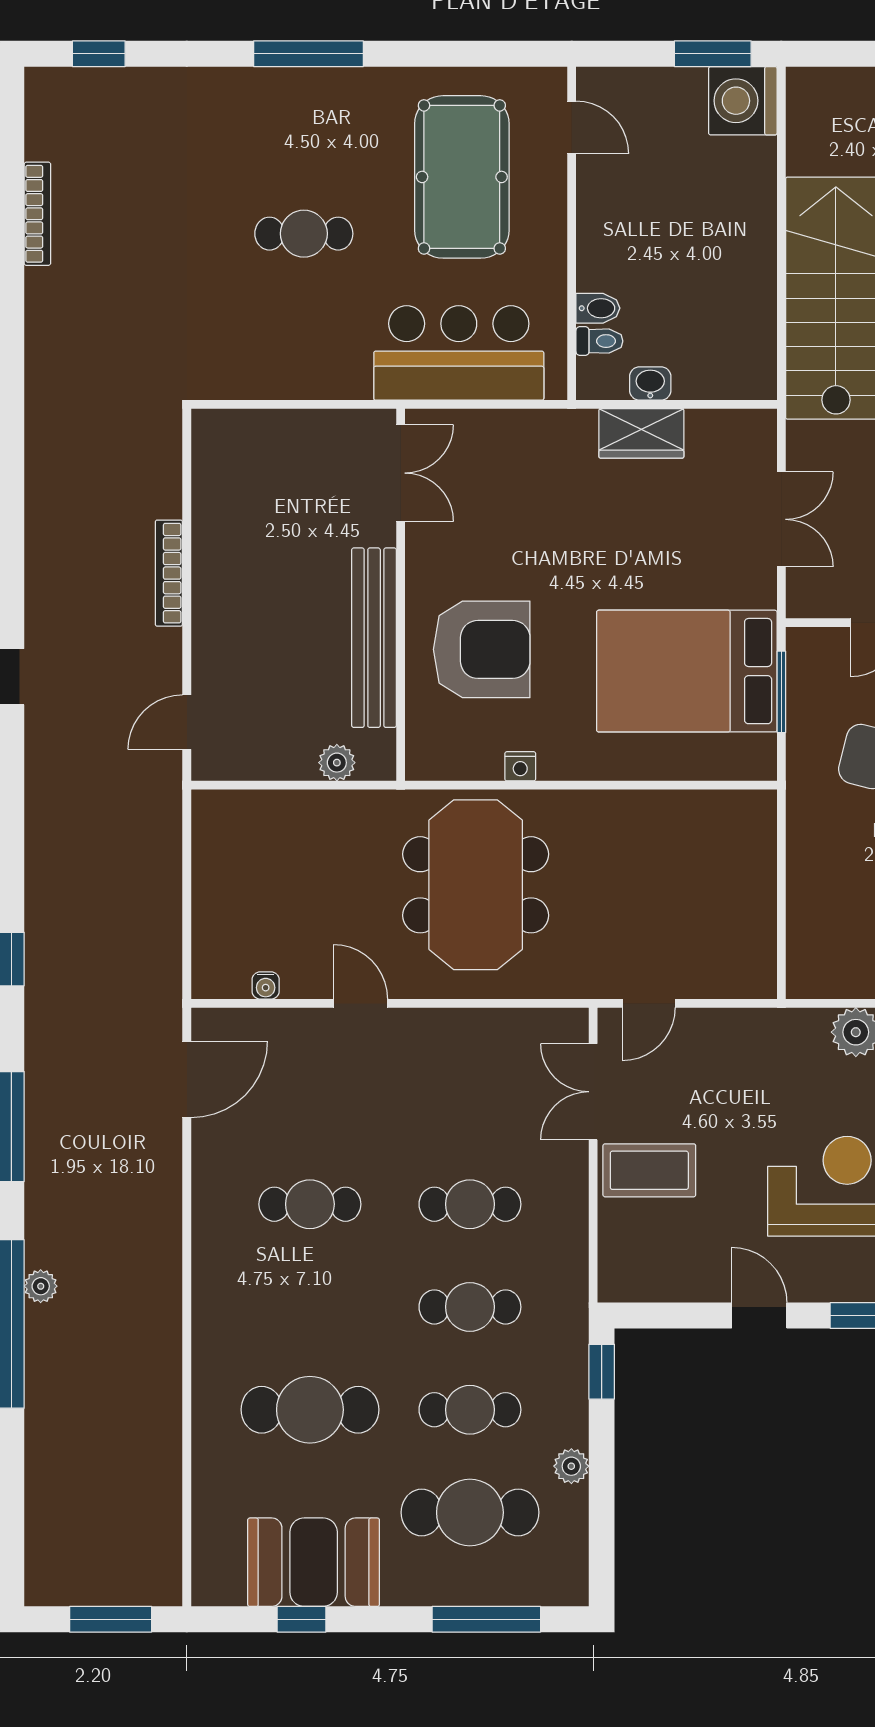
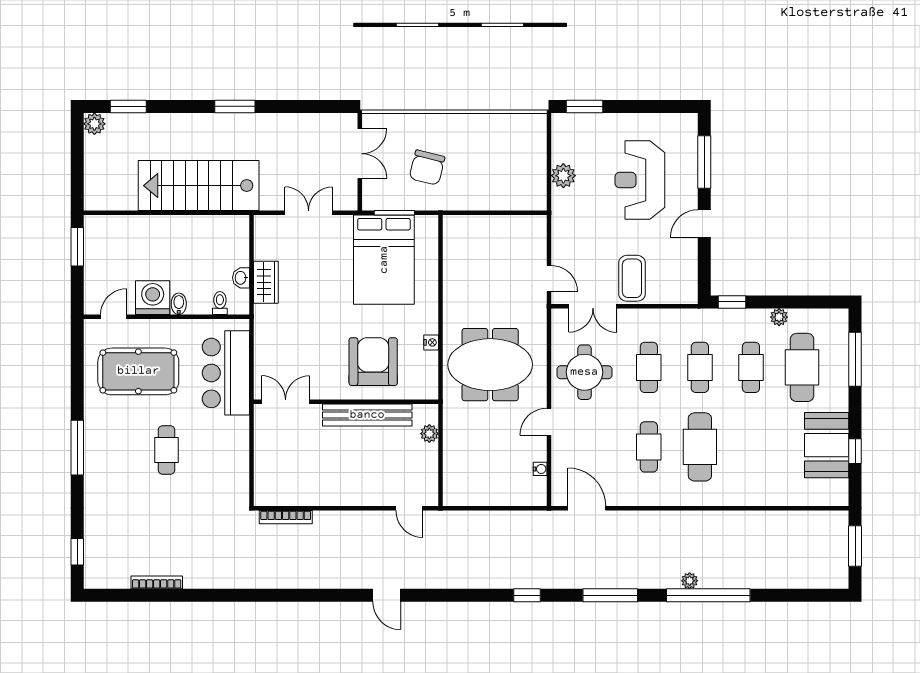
washing machine: (743, 101) -> (153, 298), moved, turned 180
bidet: (598, 308) -> (179, 304), moved
bookcase: (169, 573) -> (286, 517), moved
round table: (460, 1075) -> (584, 372), added
cafe table: (310, 1410) -> (700, 447), moved

